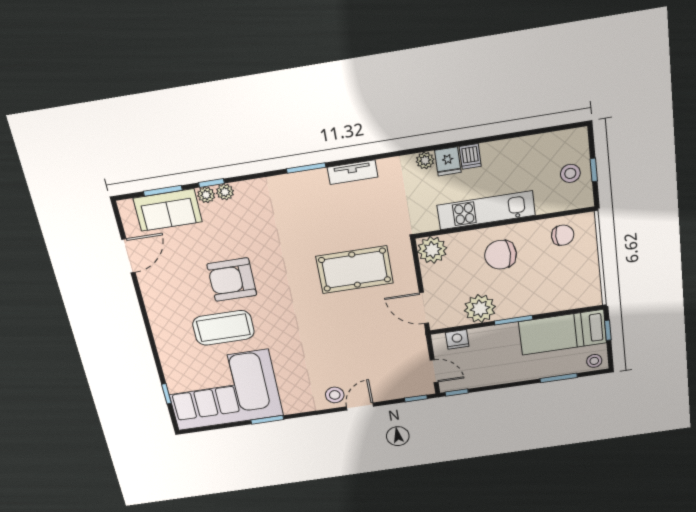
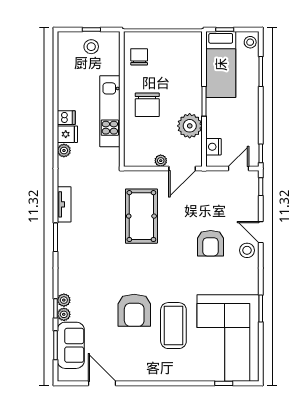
plant: (432, 250) -> (161, 161), moved, width x0.53, depth x0.53
armchair: (335, 354) -> (211, 243), added

